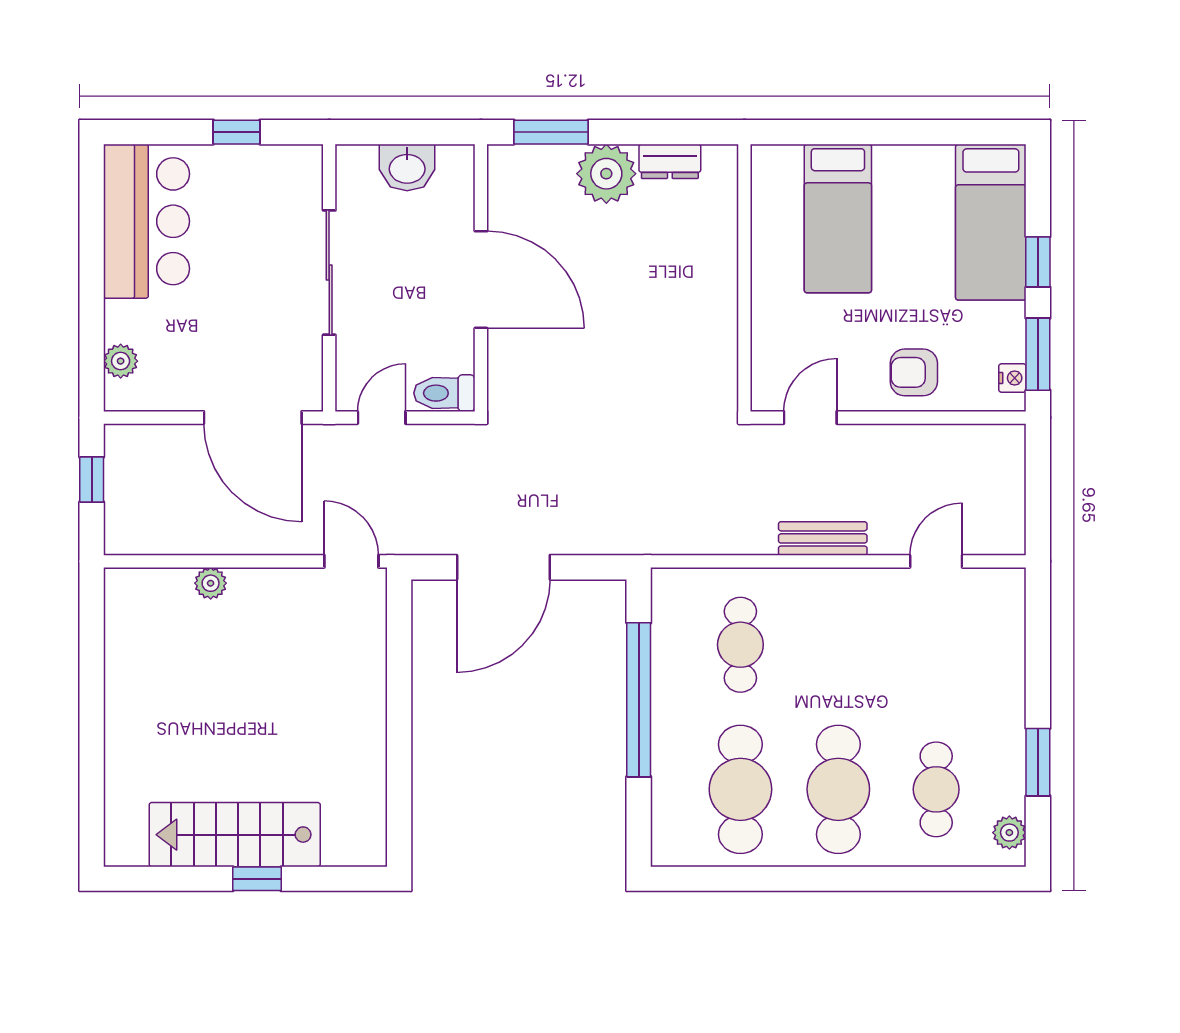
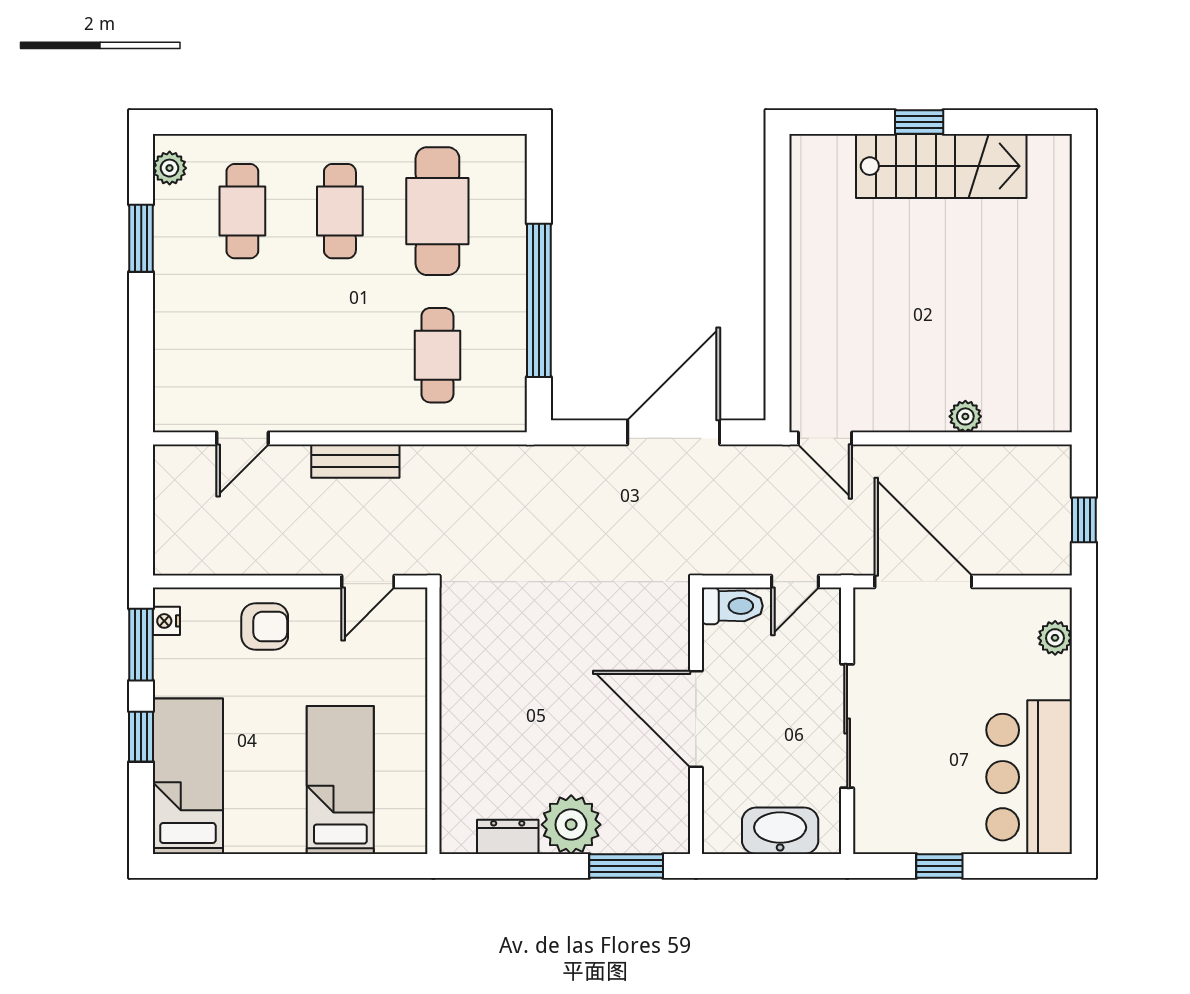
washbasin: (407, 167) -> (780, 831), width x1.38
cafe table: (838, 789) -> (340, 211), width x0.73, depth x0.74

